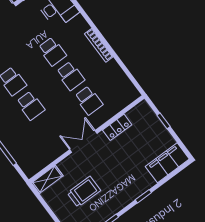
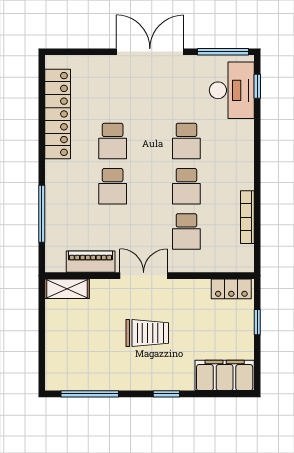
bookcase: (99, 45) -> (247, 217), moved
locker: (117, 127) -> (231, 289), moved
piano: (49, 155) -> (91, 262), added
trolley: (84, 192) -> (147, 333), moved

